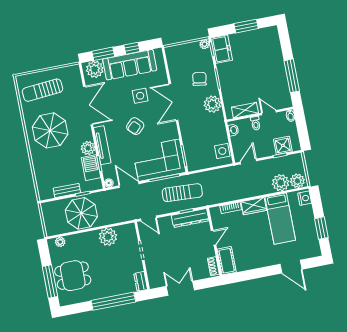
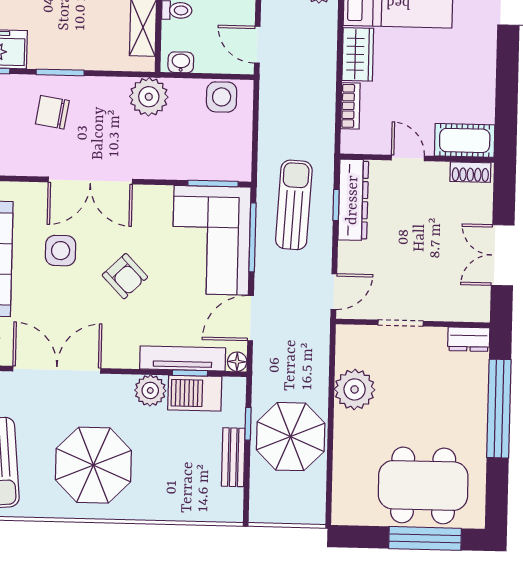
plant: (212, 104) -> (149, 97), moved
tv unit: (102, 145) -> (183, 358), moved
plant: (60, 242) -> (343, 497), removed
dining table: (73, 276) -> (423, 485), width x1.38

